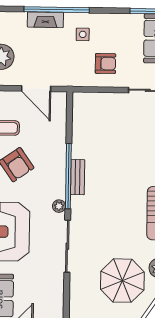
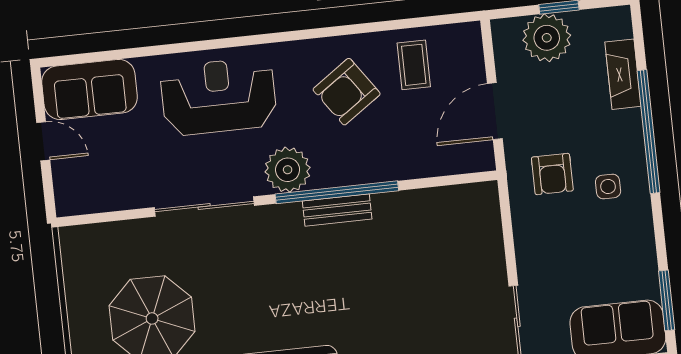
fireplace: (45, 20) -> (623, 74), moved
armchair: (105, 64) -> (552, 174), moved
plant: (59, 206) -> (288, 170), width x1.88, depth x1.88

